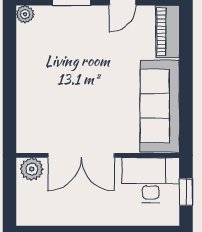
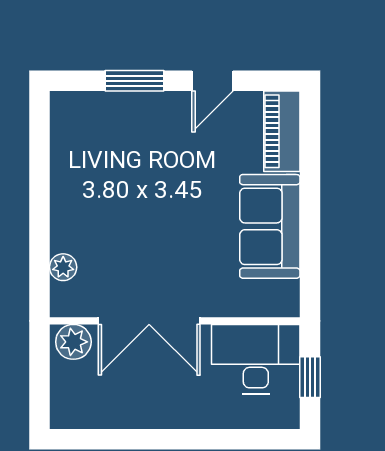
plant: (25, 14) -> (63, 267), moved
sofa: (160, 106) -> (270, 226), width x0.73

